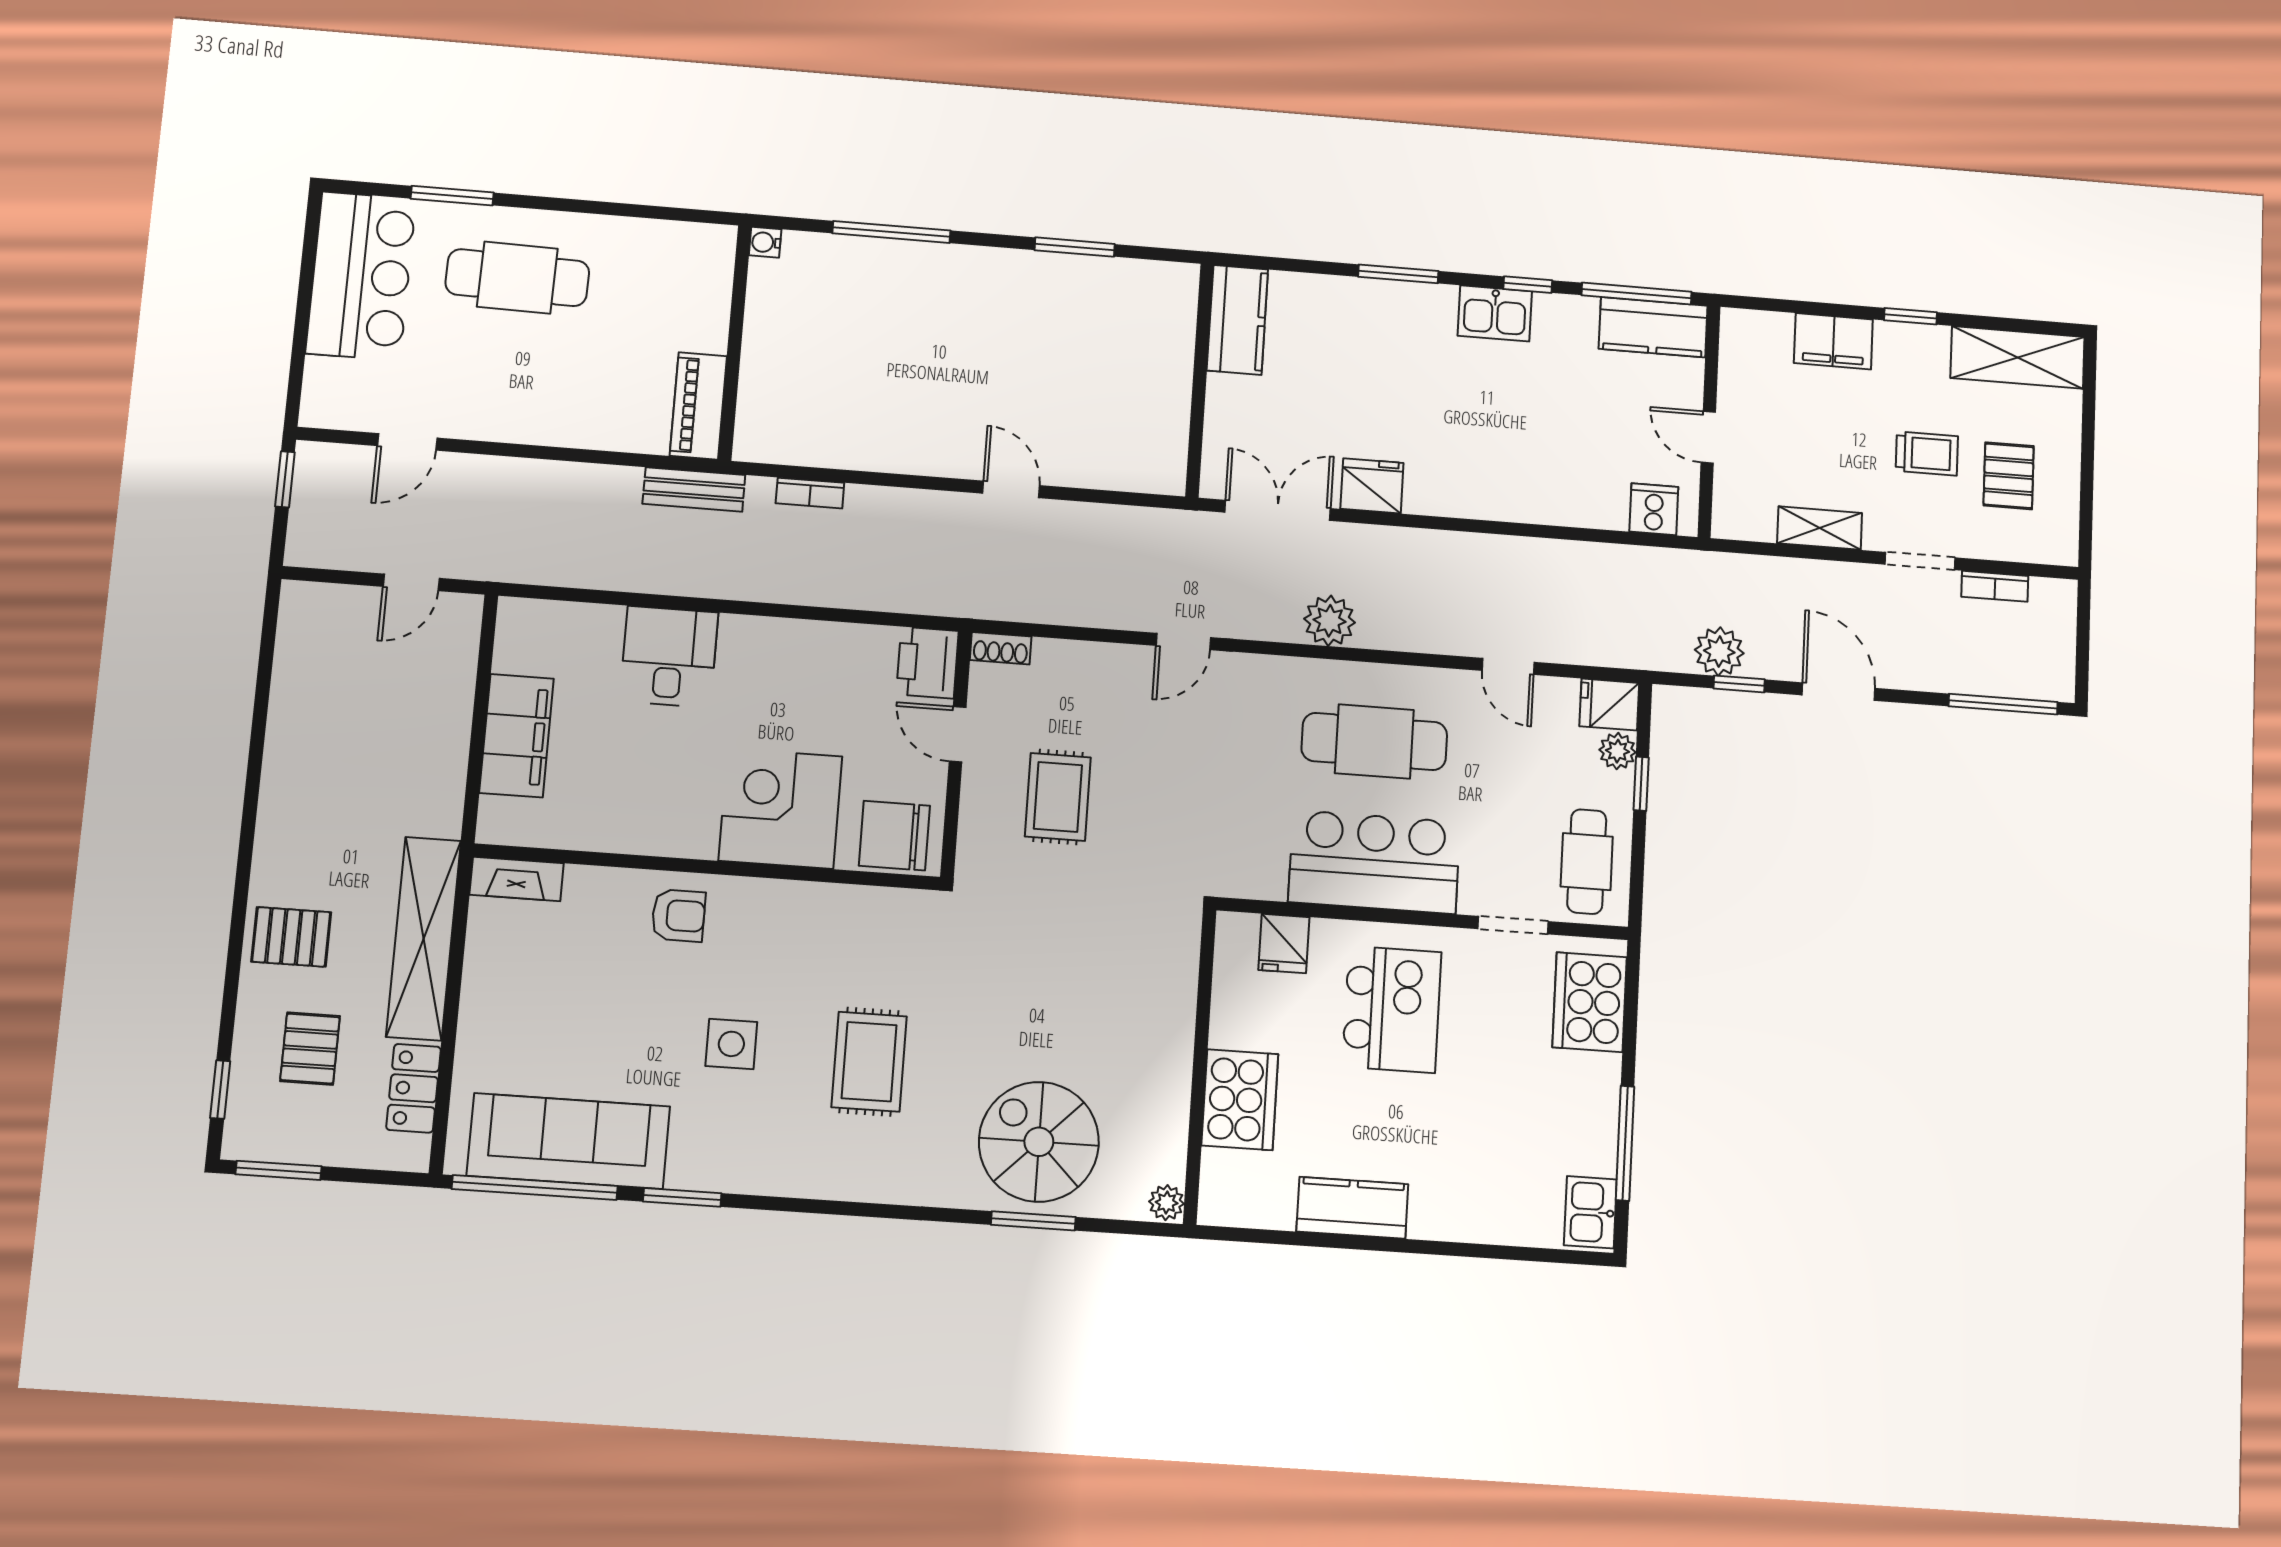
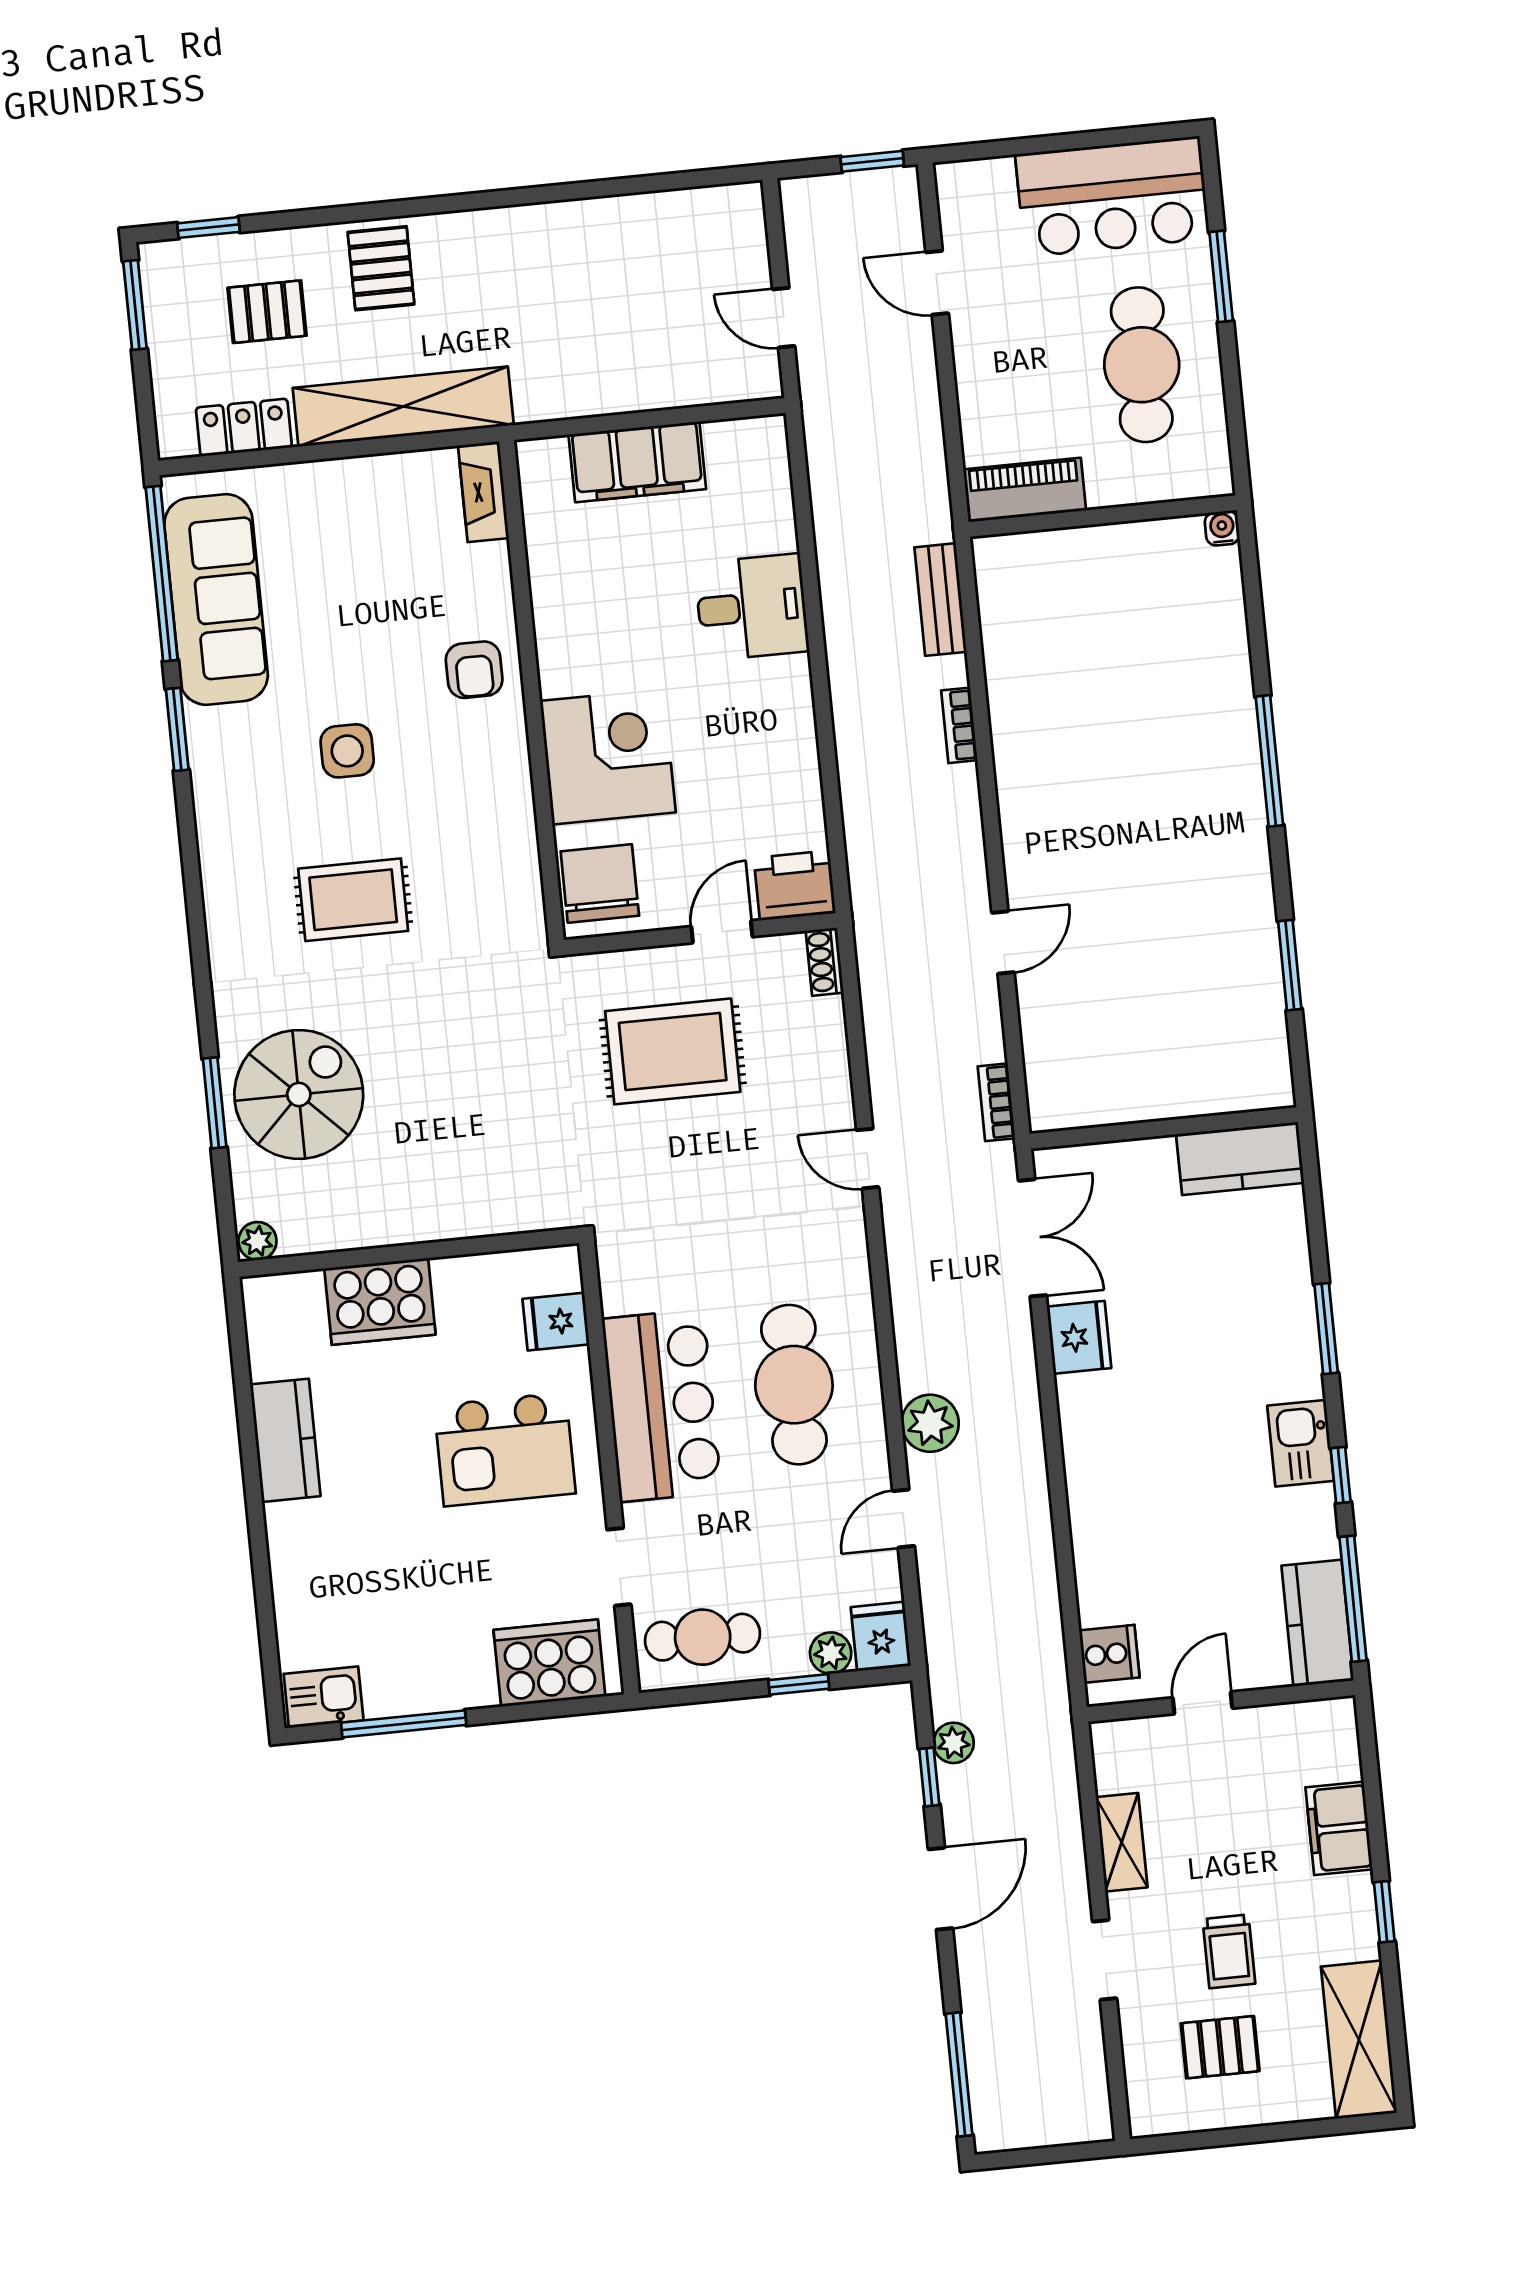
water cooler: (765, 242) -> (1222, 528), moved
wall: (735, 343) -> (1103, 516), moved
piano: (698, 406) -> (1025, 490), moved
bookcase: (1995, 586) -> (996, 1102), moved
plant: (1330, 621) -> (930, 1423), moved
plant: (1719, 651) -> (954, 1743), width x0.73, depth x0.73
rug: (1058, 797) -> (673, 1051), width x1.36, depth x1.43

